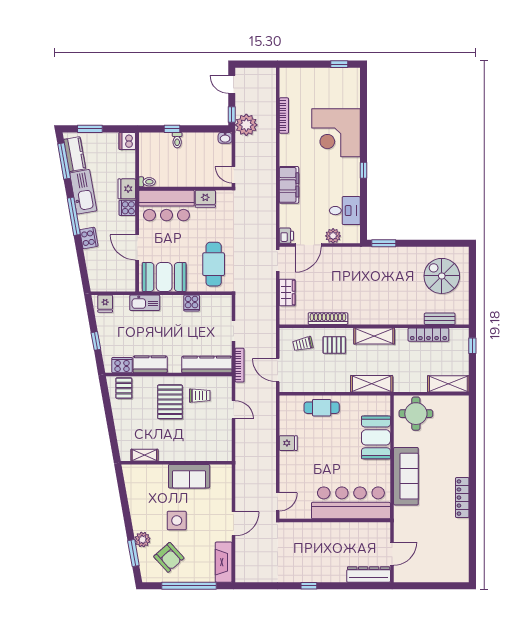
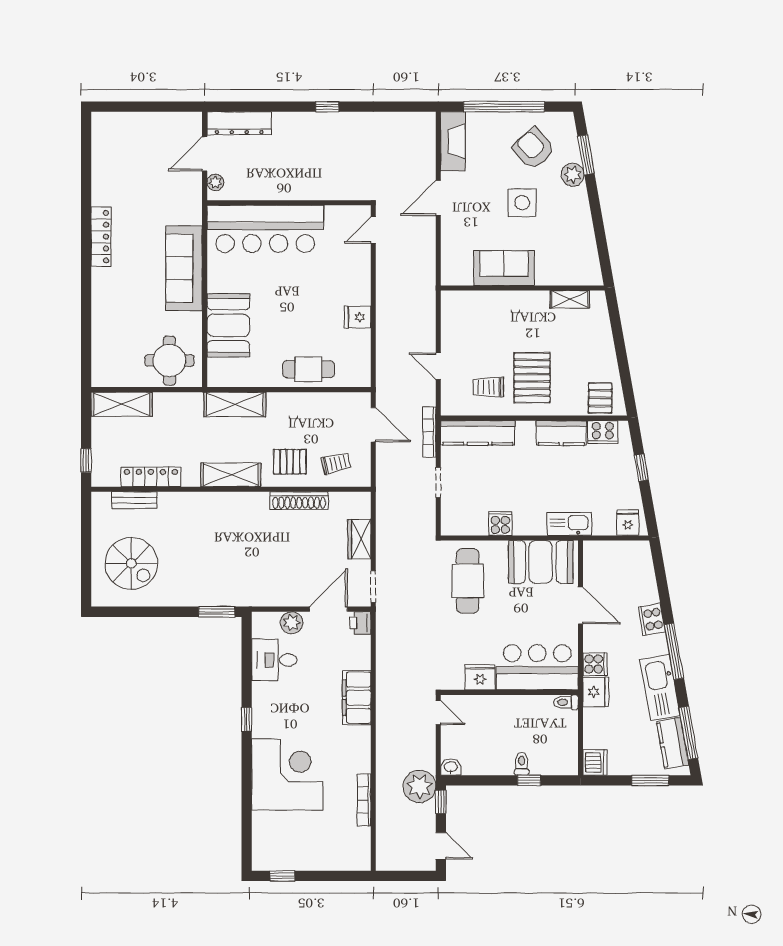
plant: (385, 534) -> (215, 182), added

